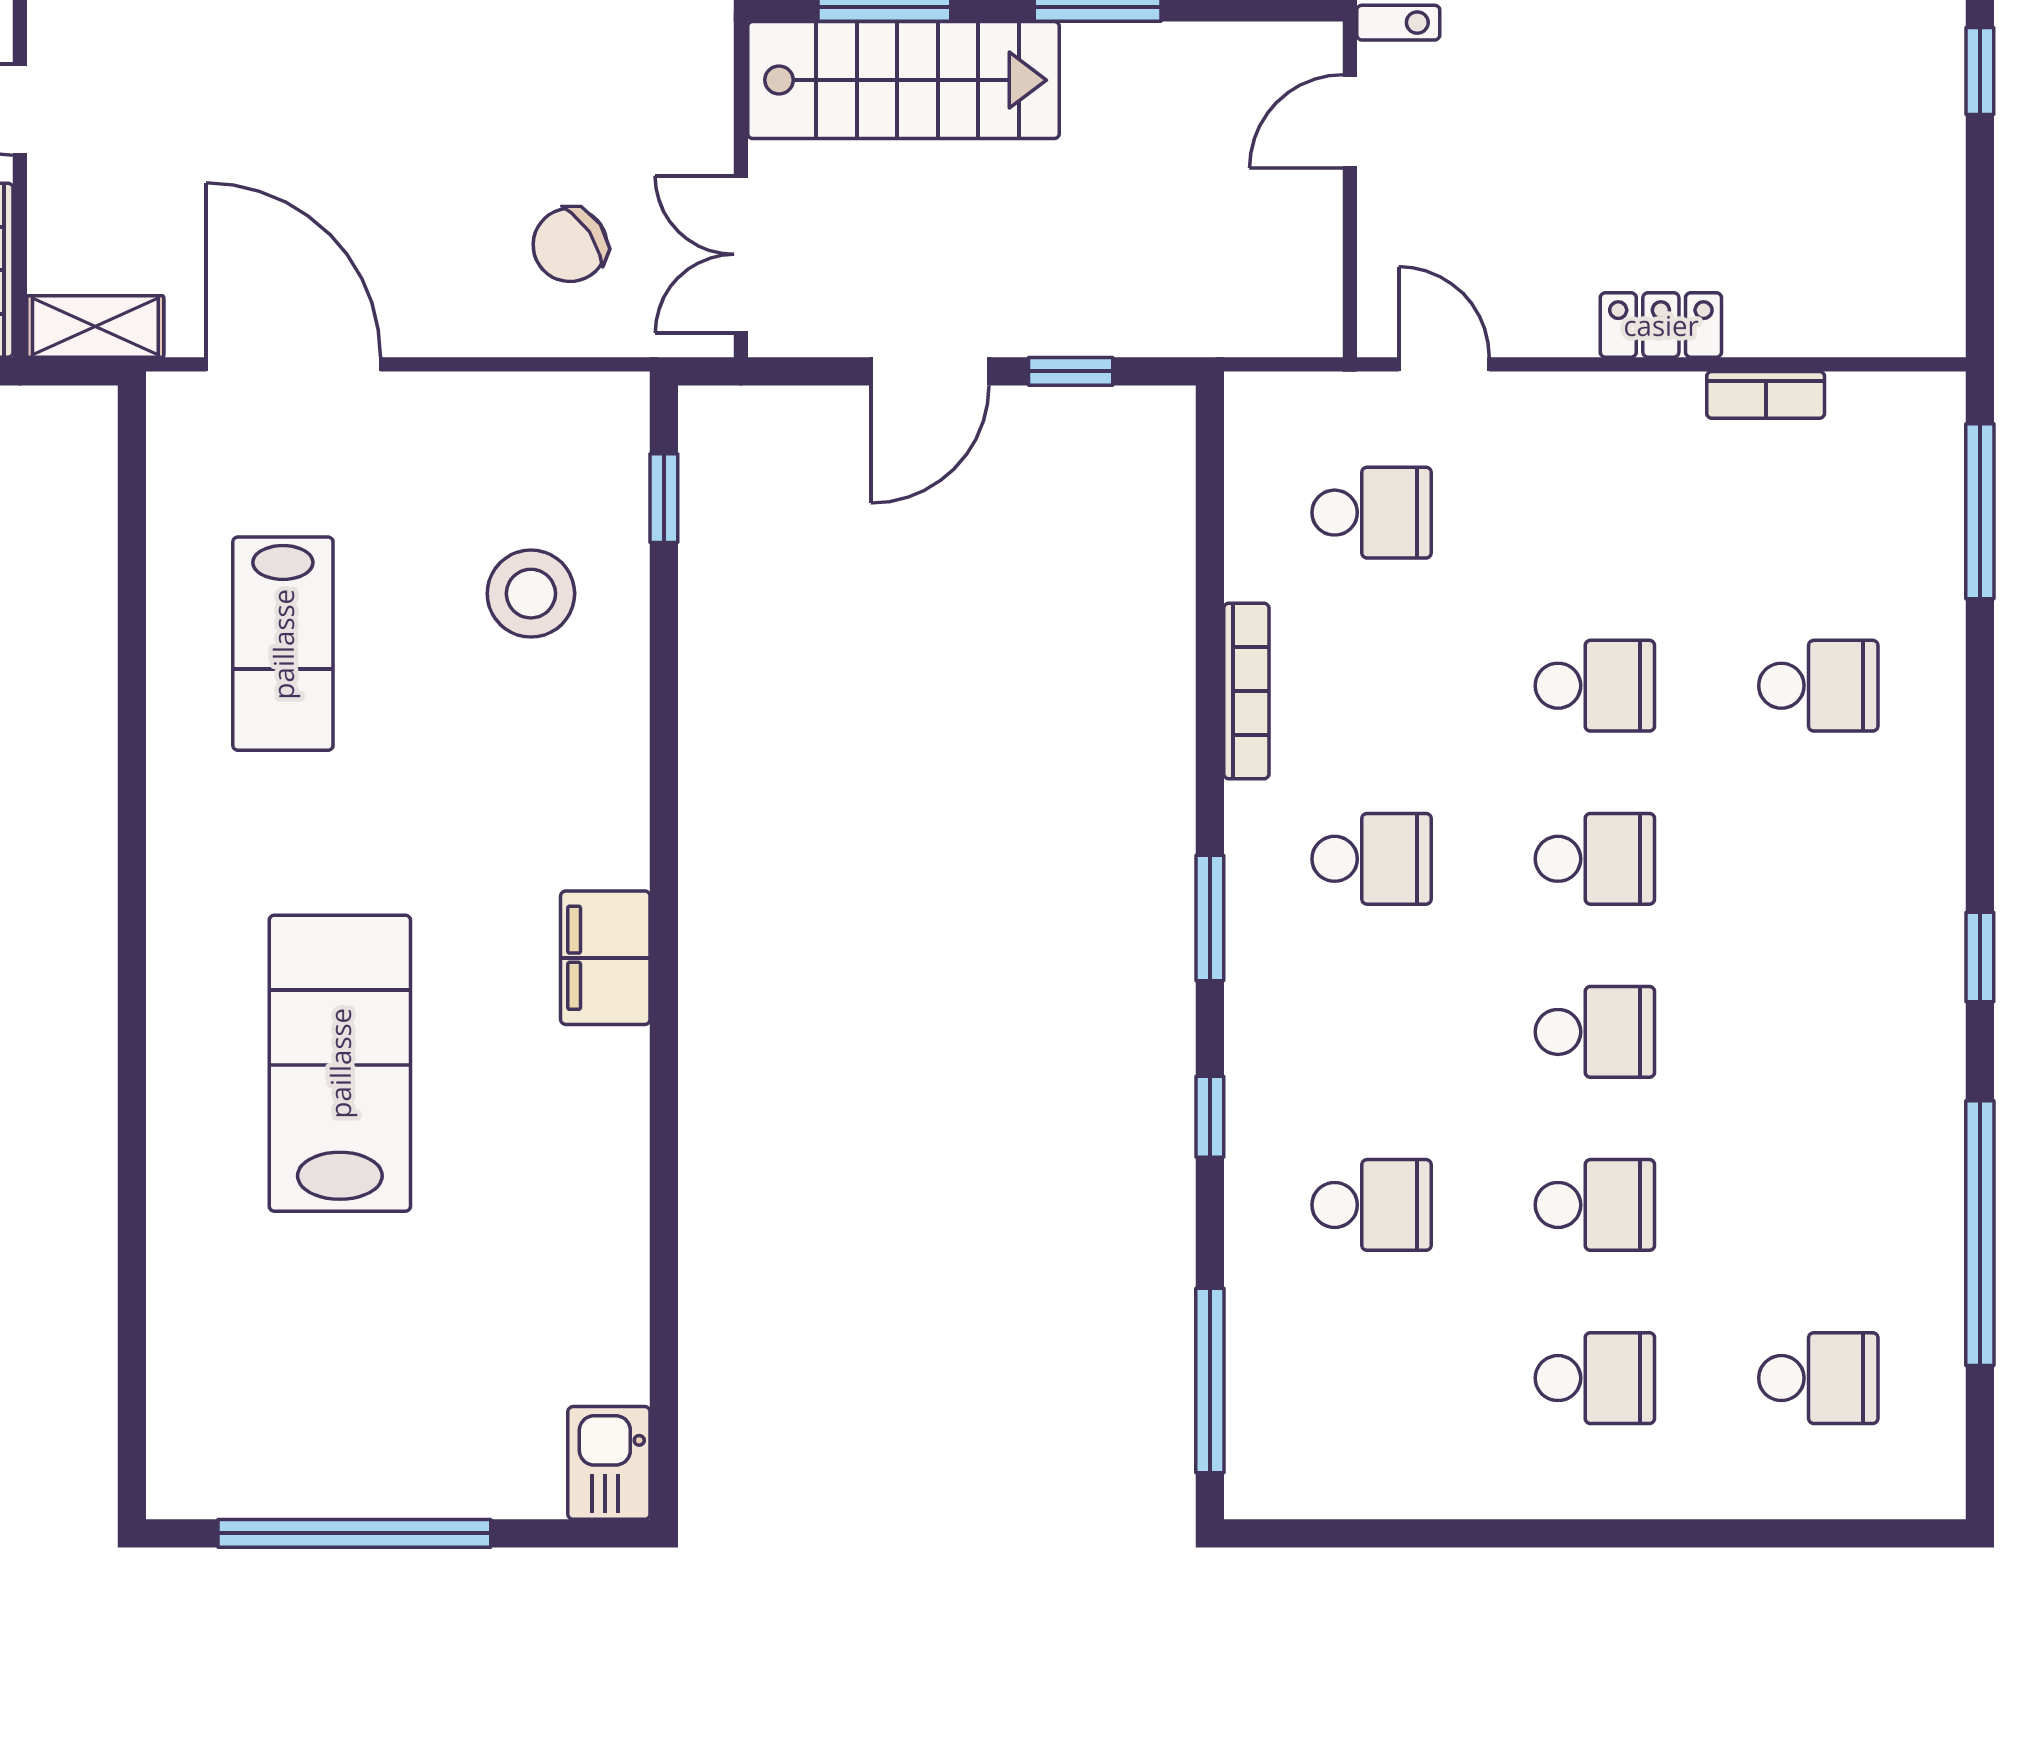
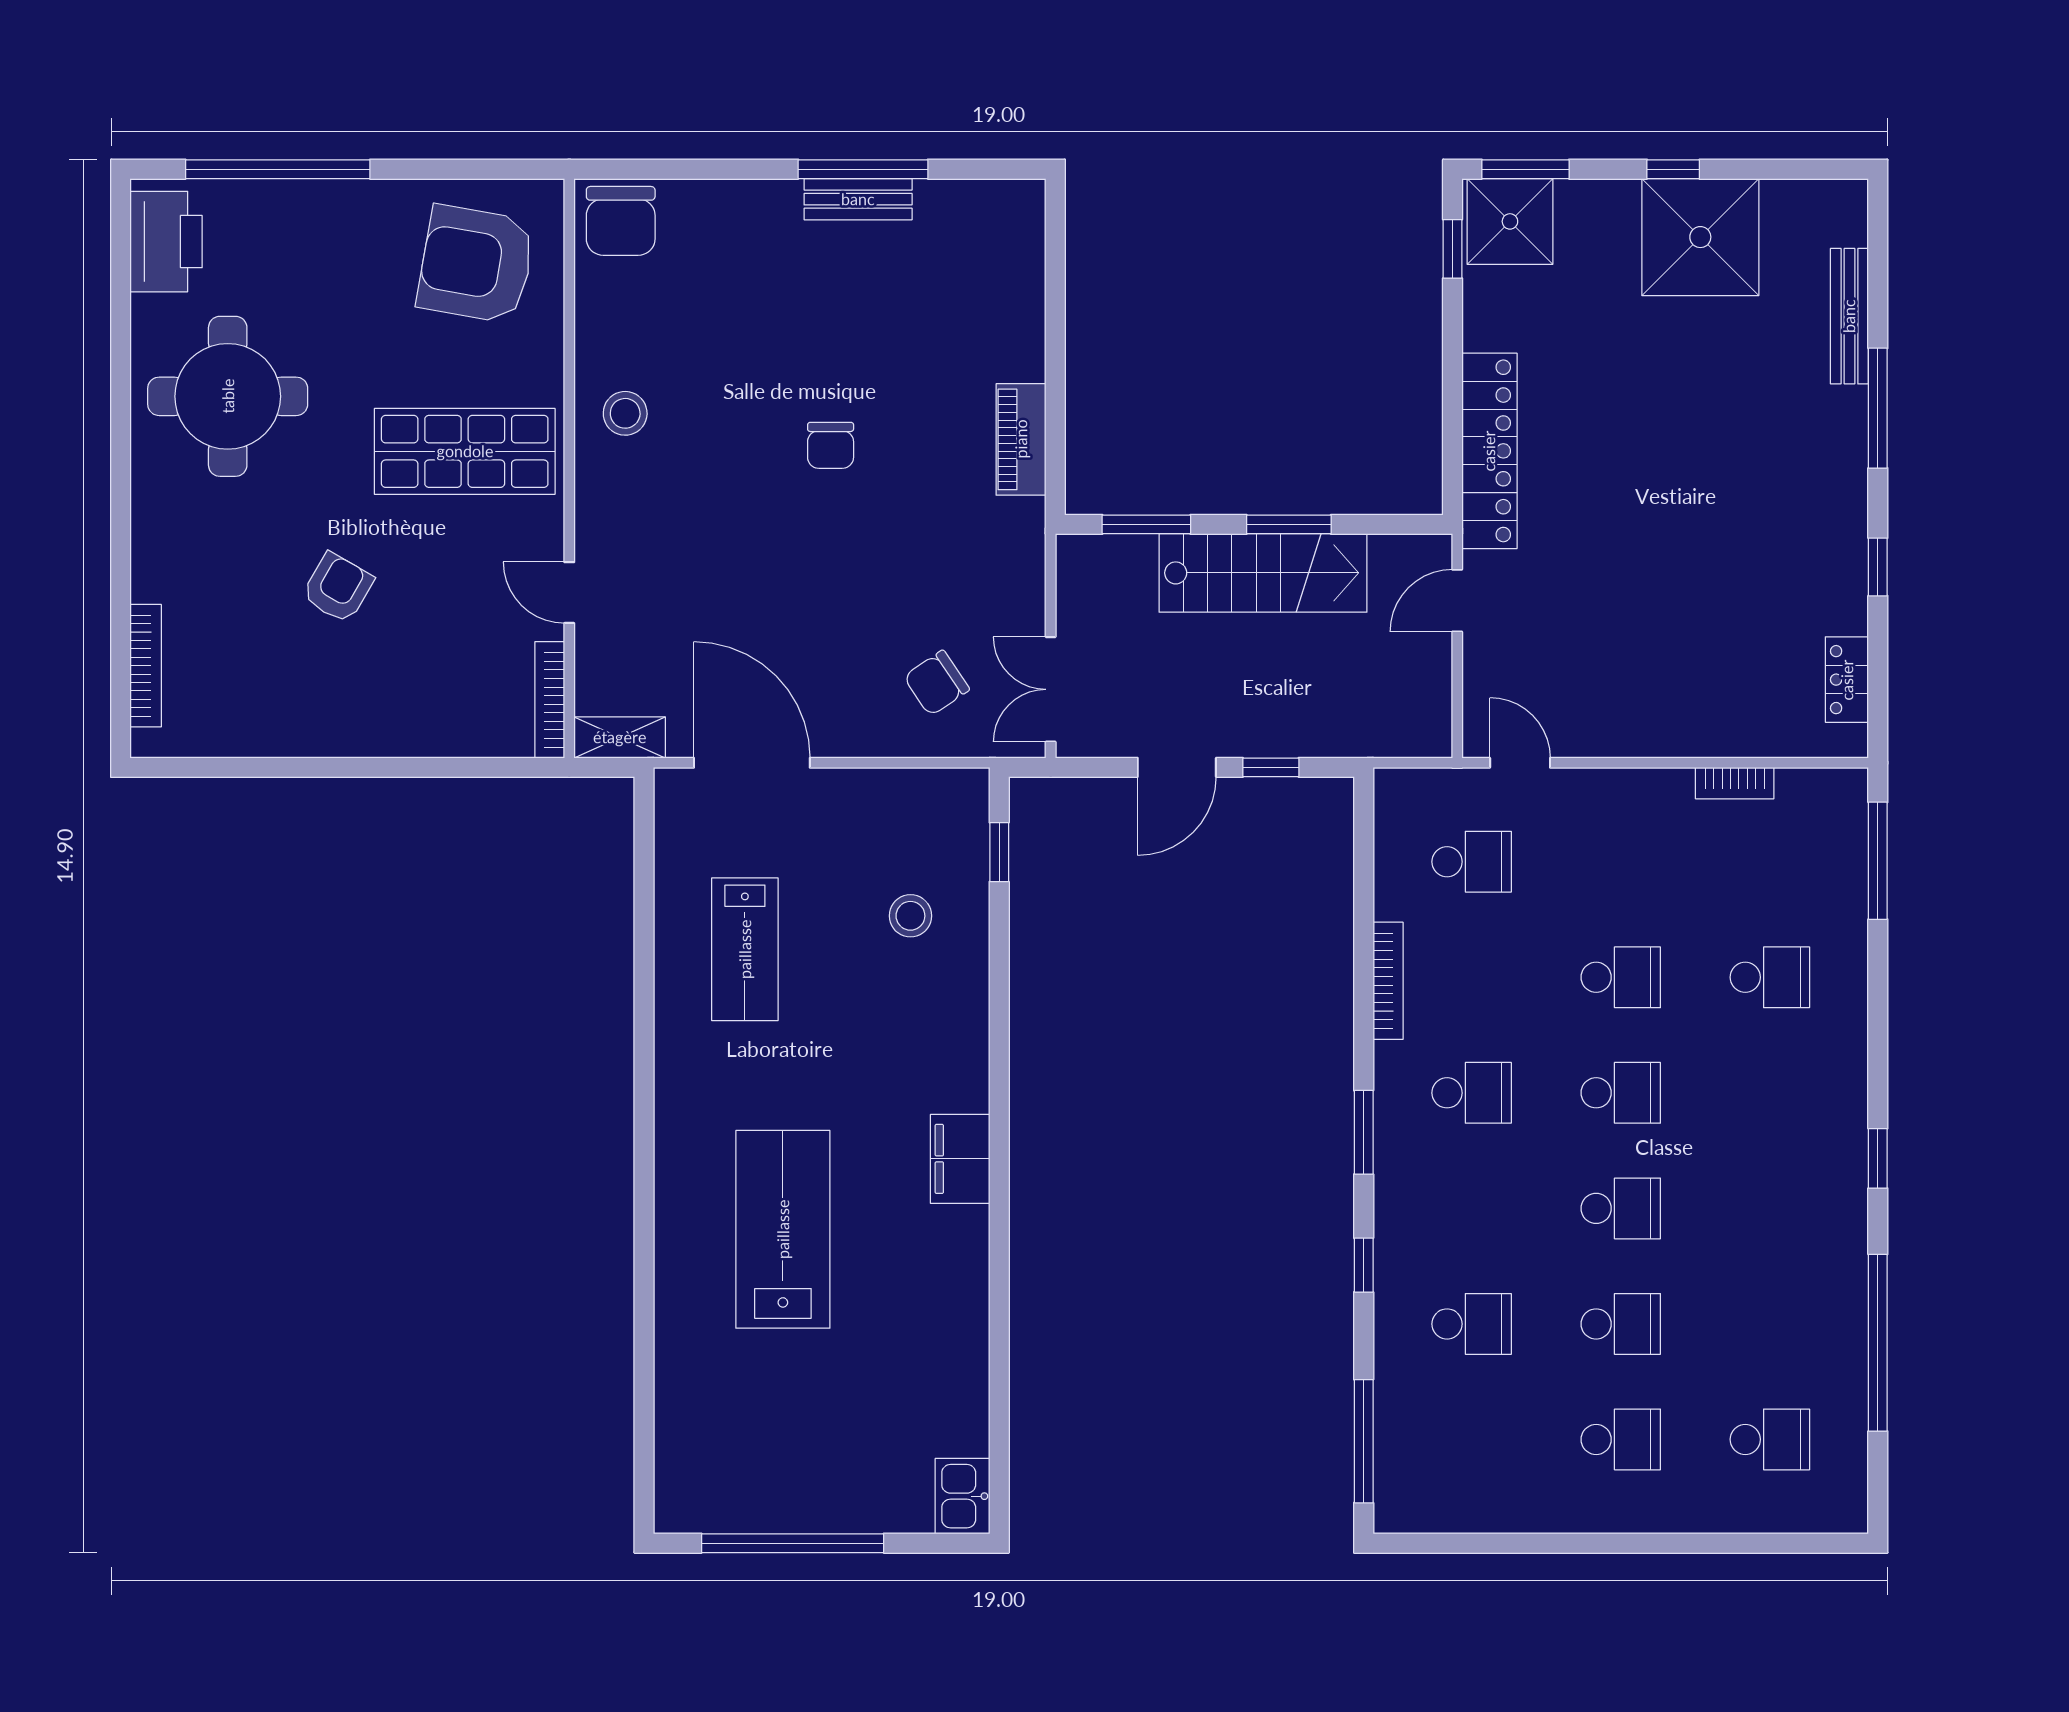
stairs: (903, 80) -> (1263, 573), moved
locker: (1661, 325) -> (1847, 680), moved, turned -90
stool: (531, 594) -> (910, 916), width x0.73, depth x0.73

